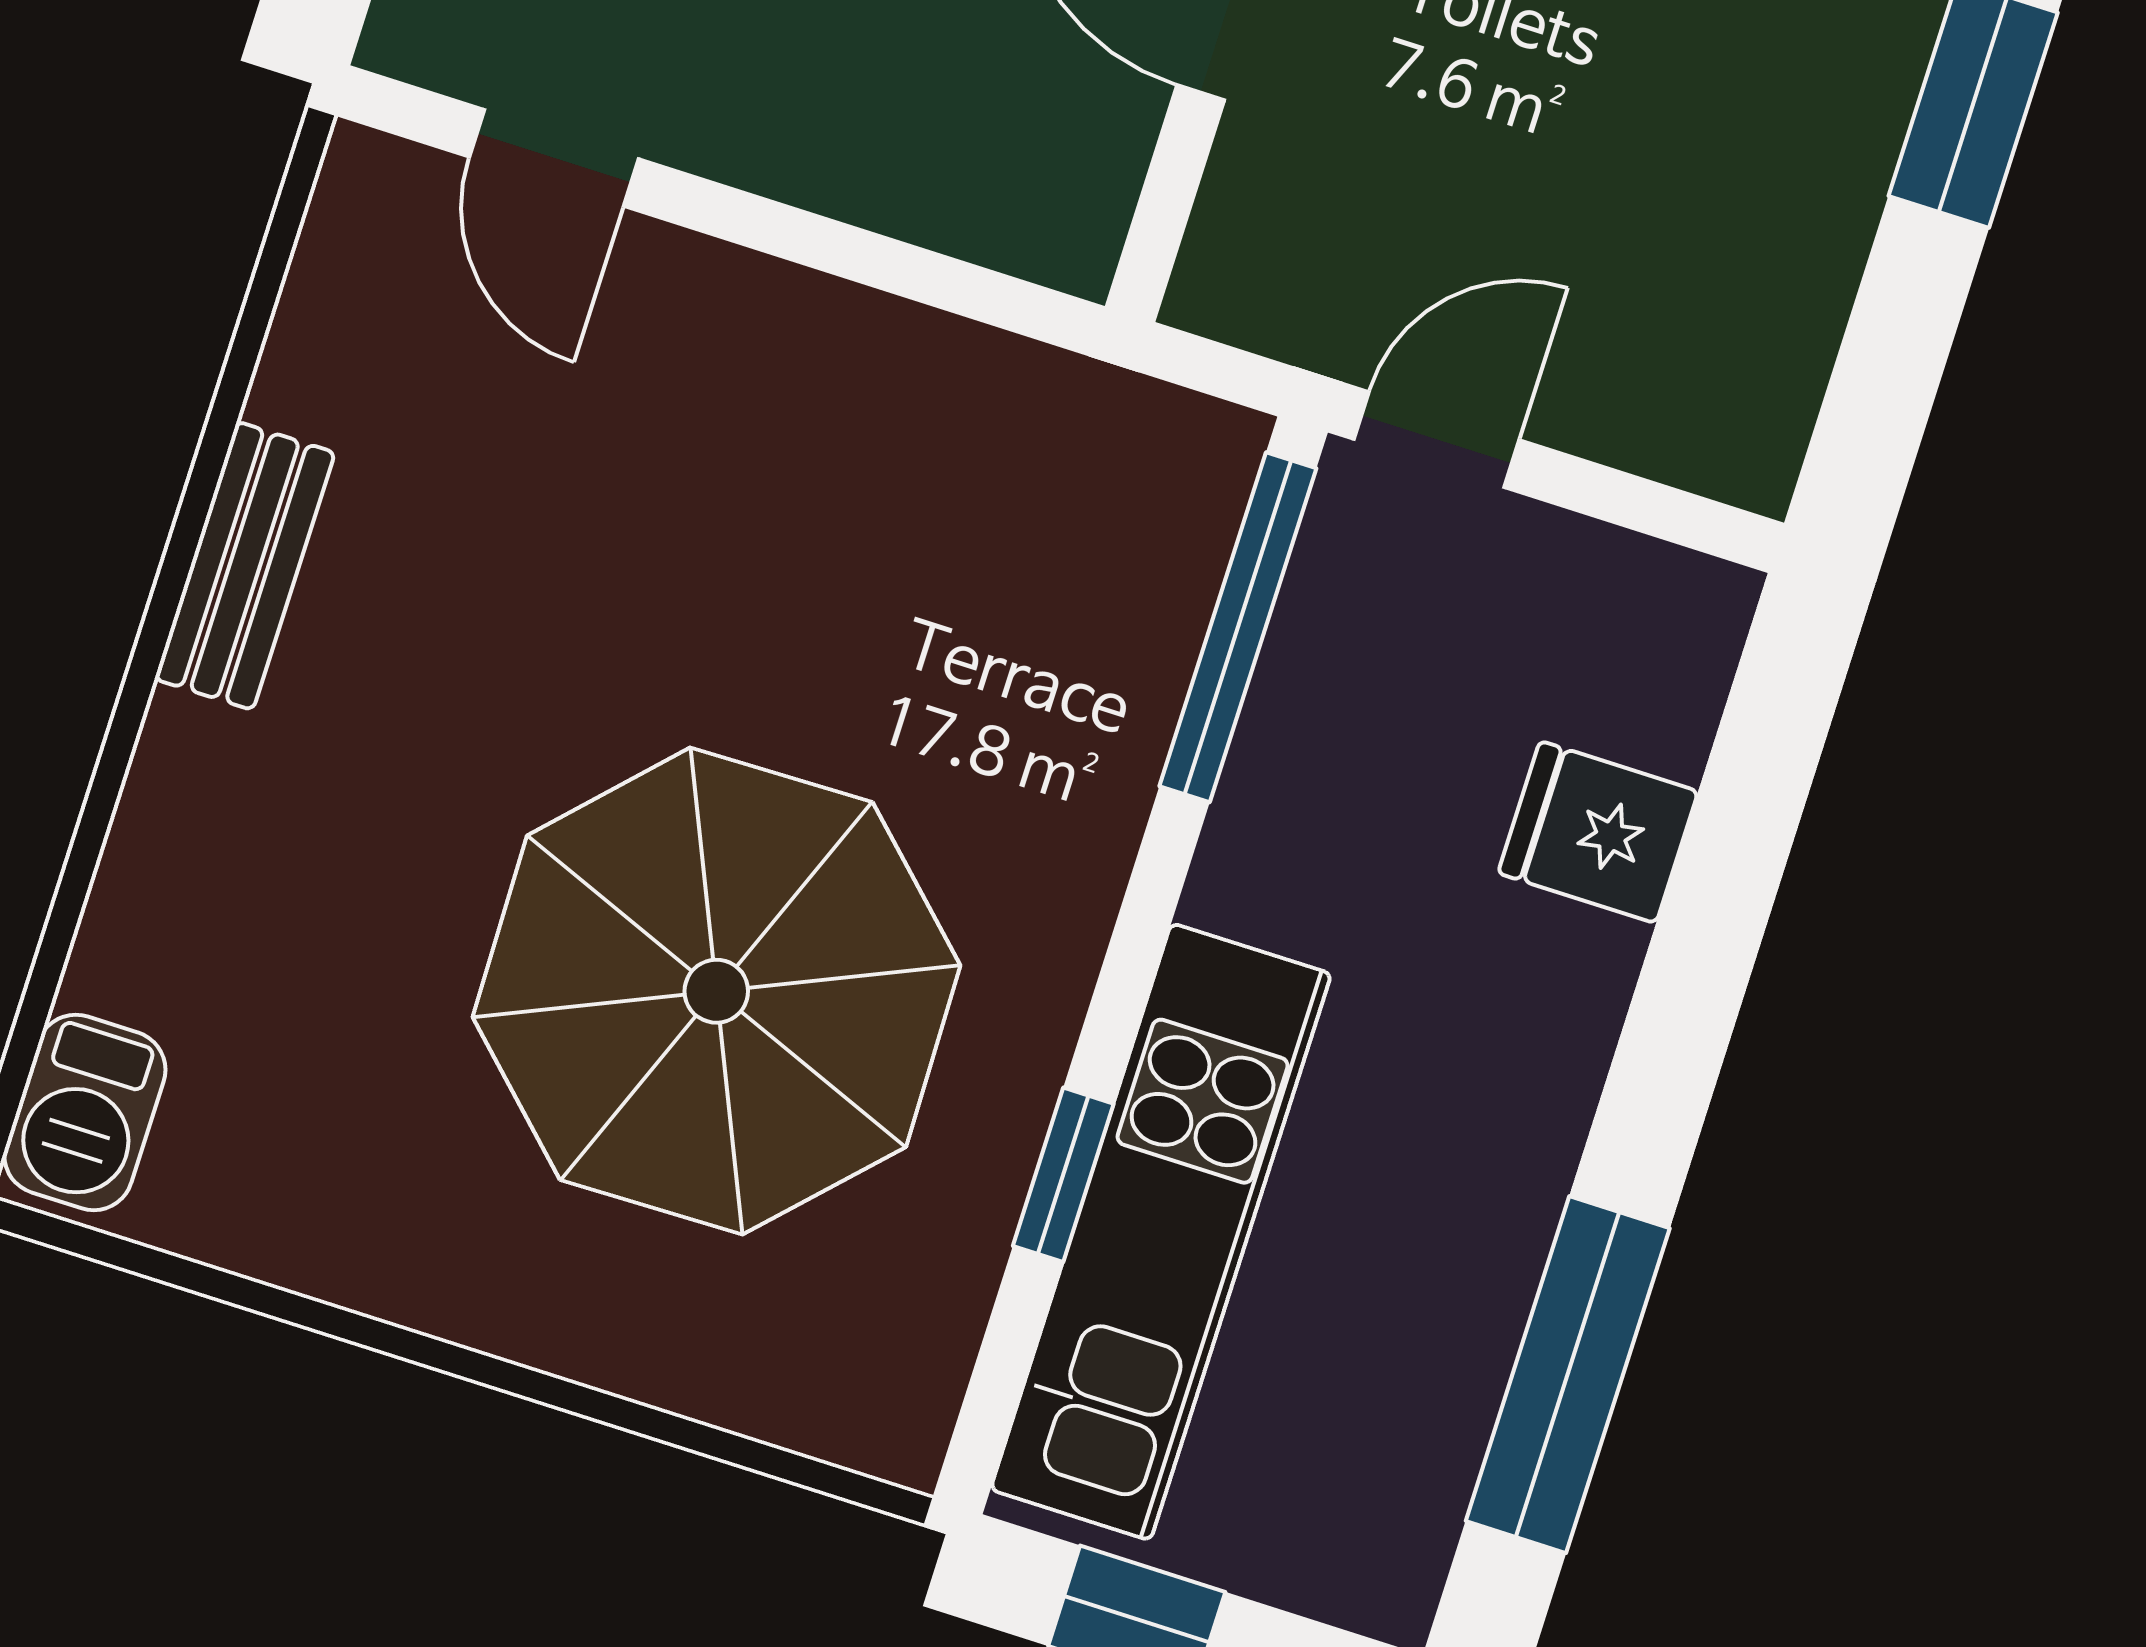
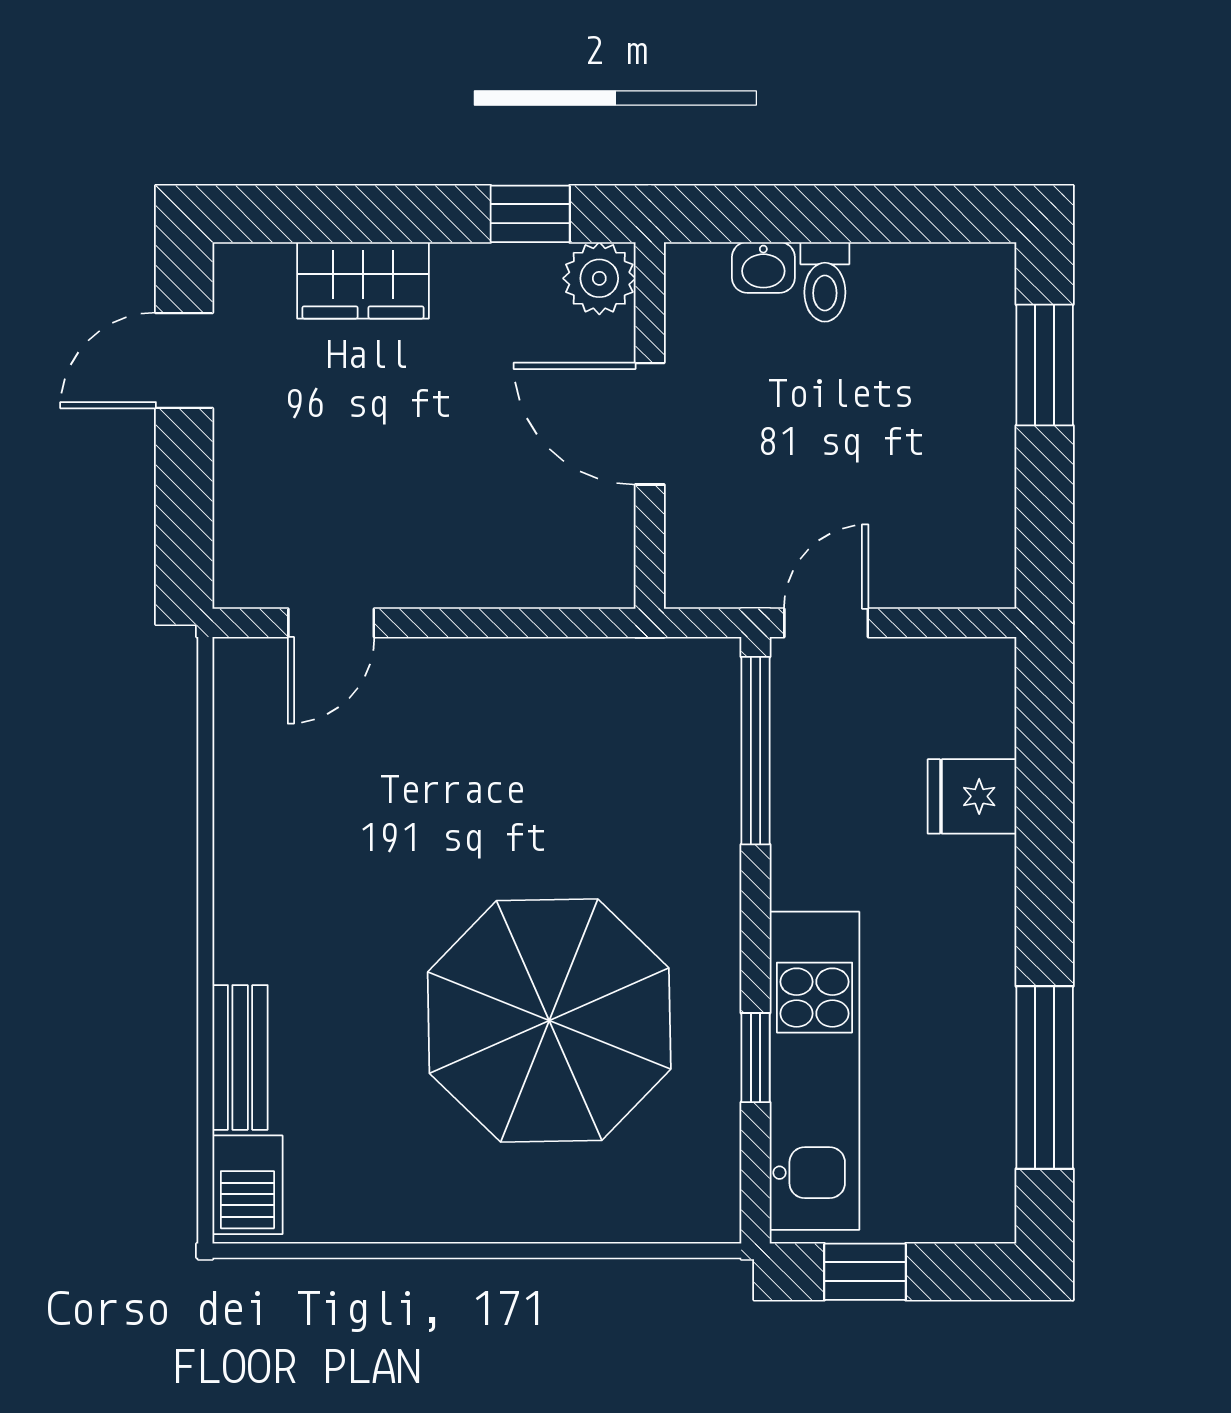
door: (554, 158) -> (331, 623), hinge flipped
bench: (245, 566) -> (240, 1057), moved

